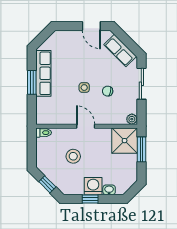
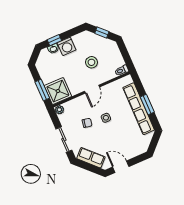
row of seats: (43, 73) -> (139, 109), width x1.36
door: (86, 126) -> (92, 89), hinge flipped
window: (90, 199) -> (54, 40), moved

